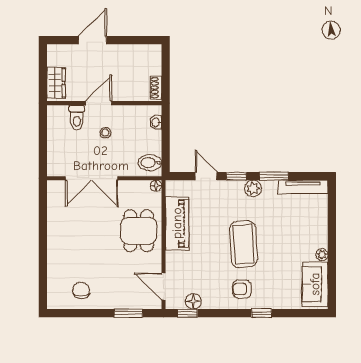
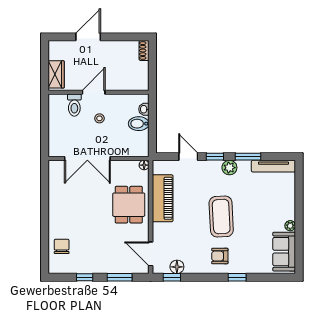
shoe rack: (156, 88) -> (144, 50), moved
bidet: (150, 163) -> (139, 124), moved
chair: (81, 290) -> (62, 246), moved
window: (88, 313) -> (85, 277), added

